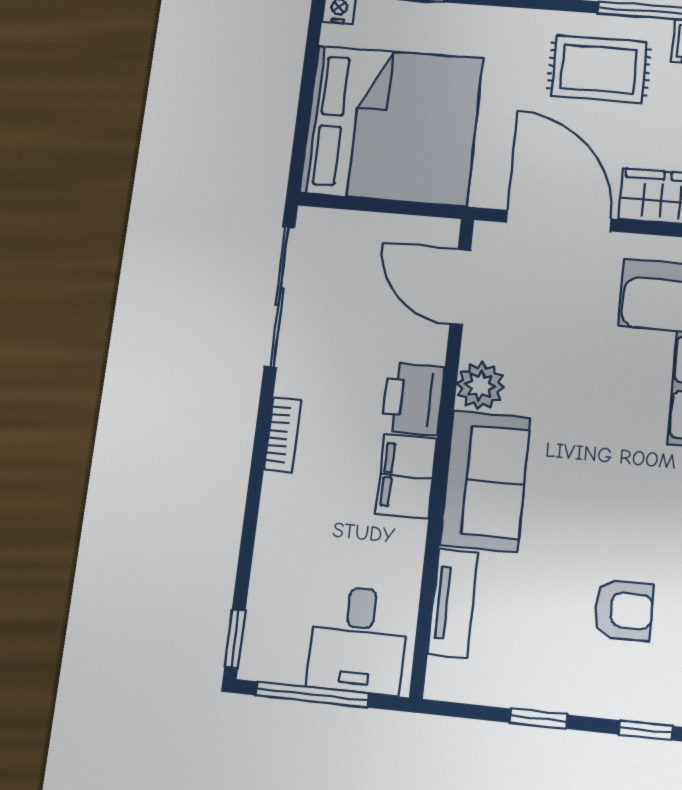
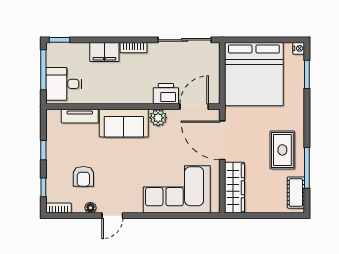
door: (559, 221) -> (222, 140), swing flipped
printer: (413, 399) -> (166, 94), moved
filing cabinet: (406, 476) -> (104, 52), moved, turned 180

